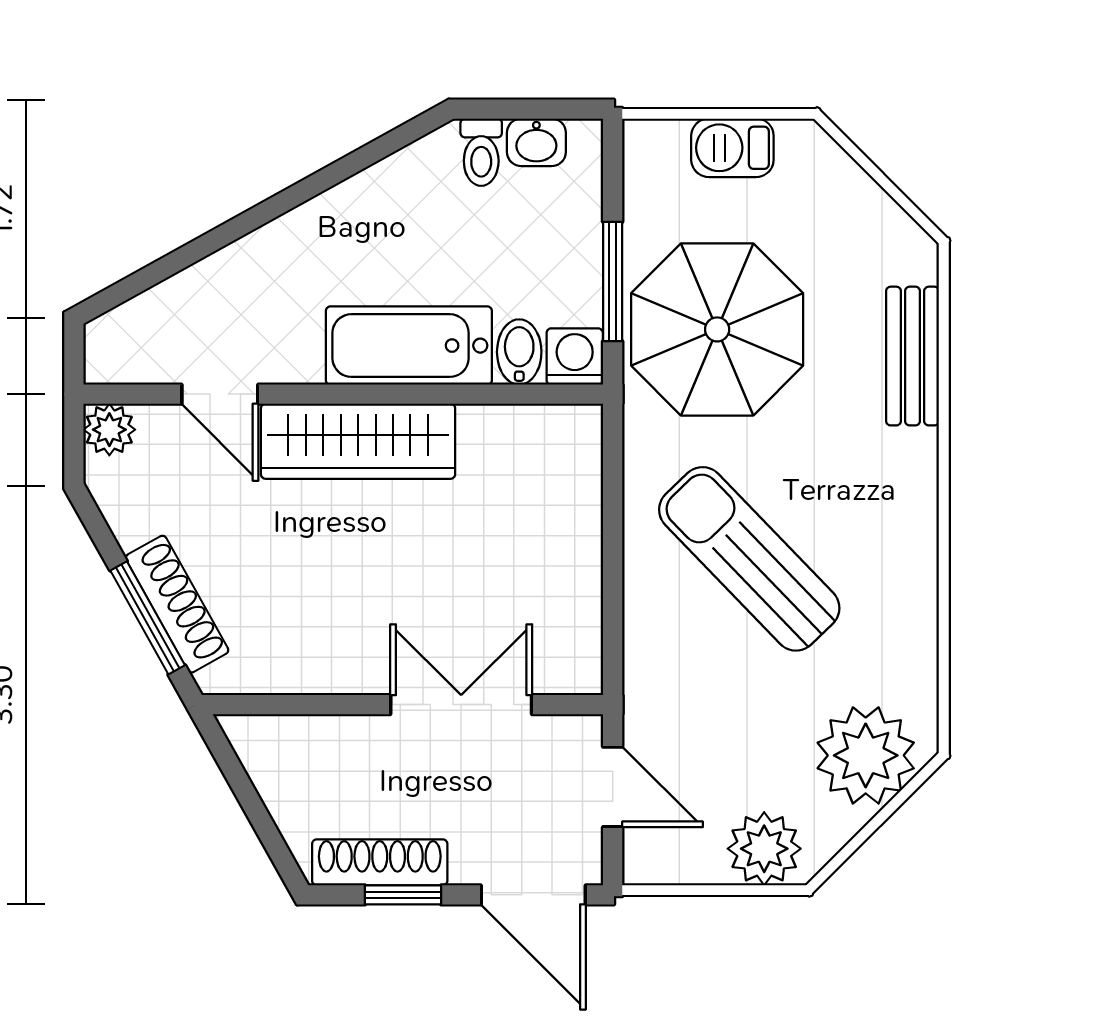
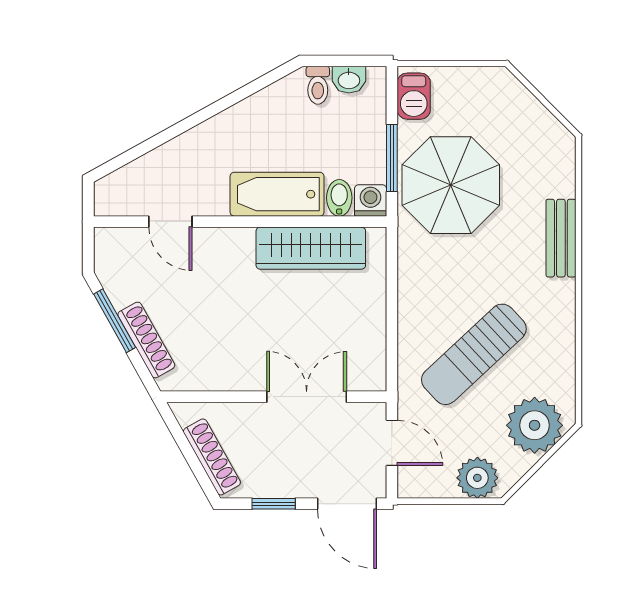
barbecue: (732, 148) -> (414, 96), moved, turned -90
bench: (913, 356) -> (561, 238), moved
plant: (109, 430) -> (108, 242), removed
wardrobe: (358, 441) -> (311, 248), moved
sun lounger: (749, 559) -> (474, 354), moved, turned -89
window: (148, 618) -> (115, 321), moved
shoe rack: (380, 862) -> (212, 457), moved, turned 61

